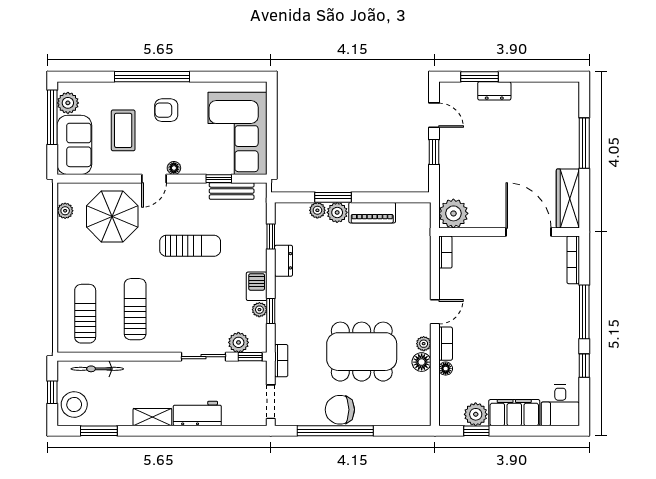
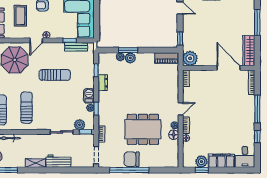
window: (434, 152) -> (180, 39), moved
piano: (372, 213) -> (167, 58), moved

